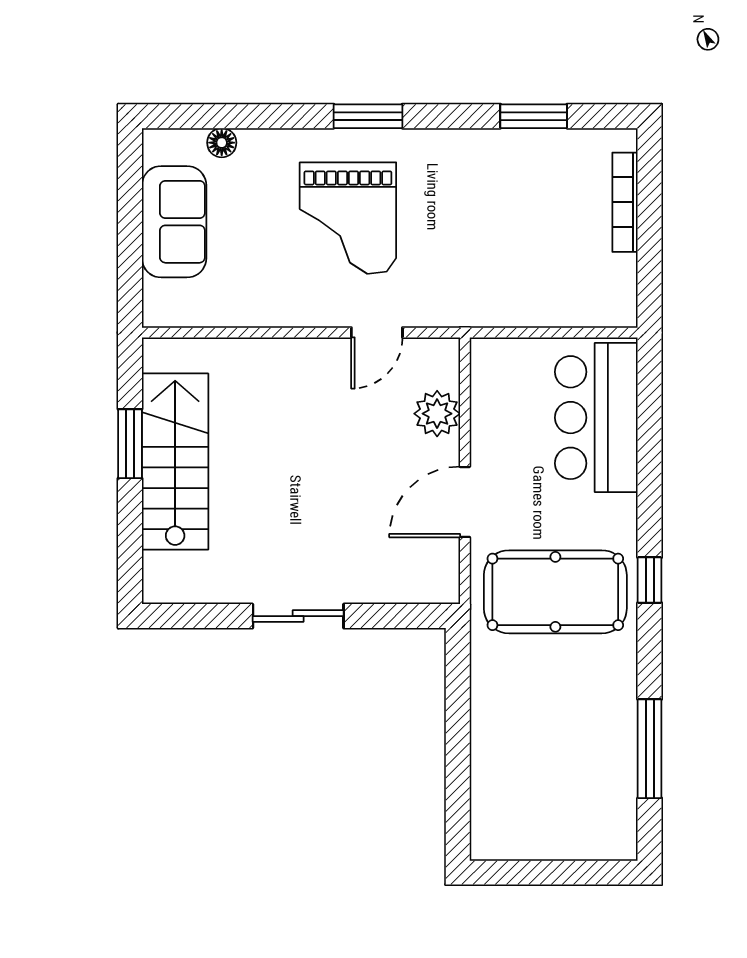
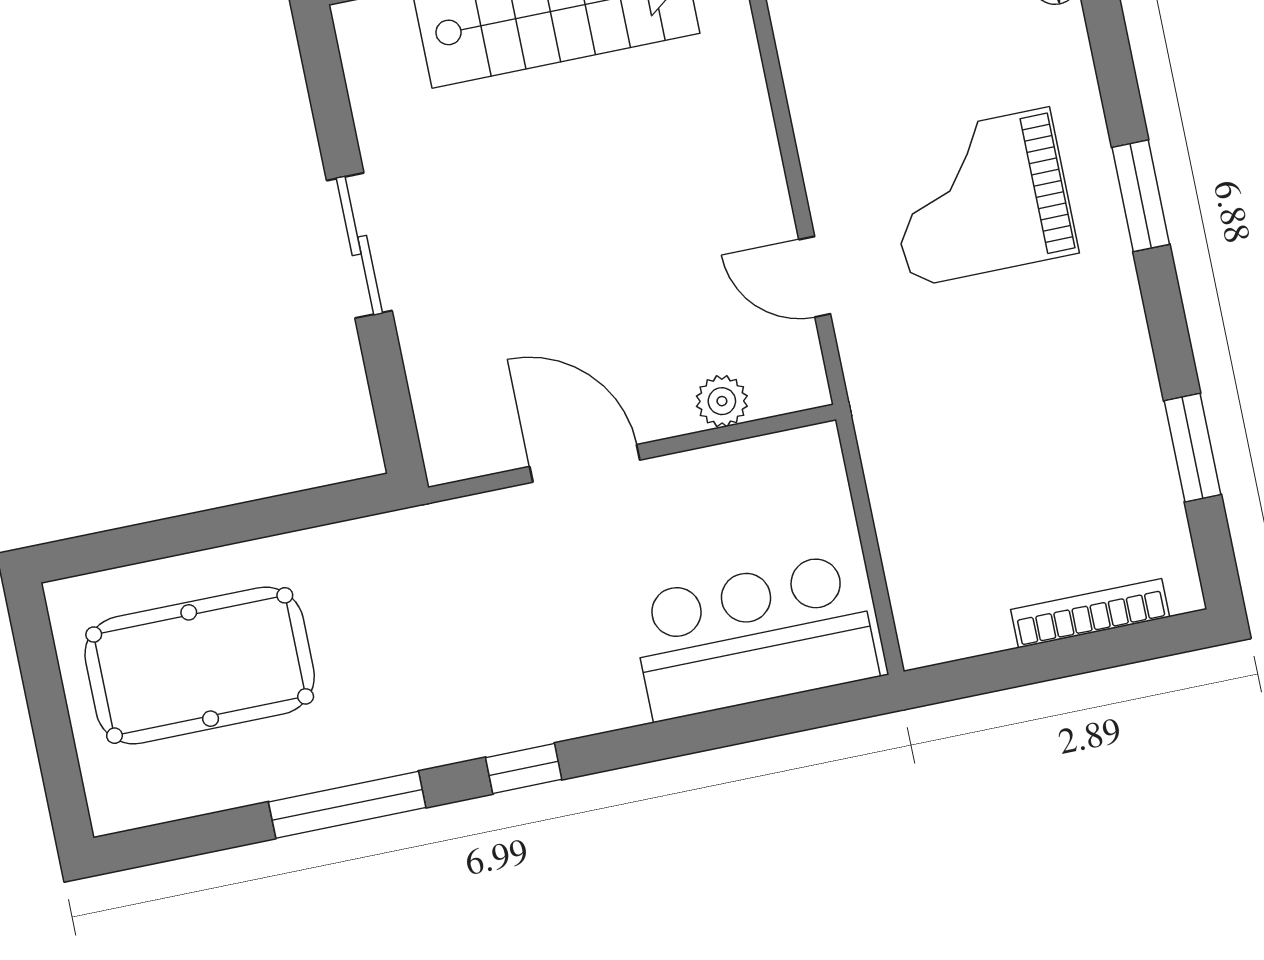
plant: (437, 414) -> (722, 401), width x0.73, depth x0.73
pool table: (555, 592) -> (200, 665), moved, turned 90
window: (650, 749) -> (347, 805), moved

